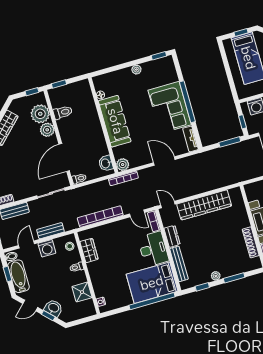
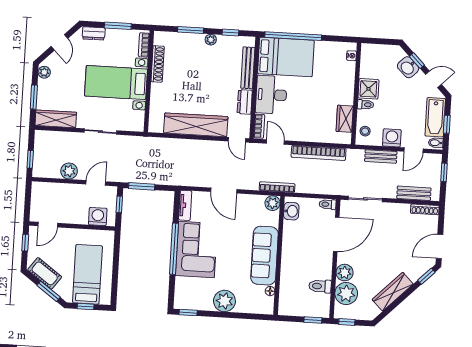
plant: (136, 70) -> (224, 301), width x1.88, depth x1.88
shower: (82, 292) -> (368, 89), moved

